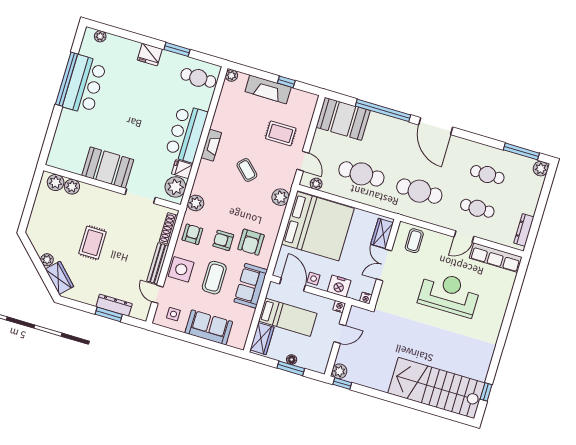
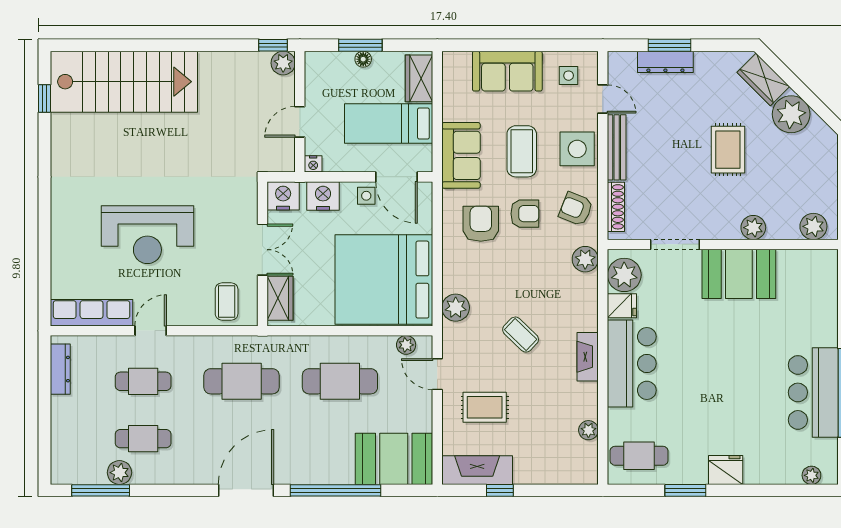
plant: (231, 75) -> (588, 430), moved
fireplace: (268, 89) -> (477, 470), moved
door: (436, 126) -> (246, 490), hinge flipped
plant: (541, 169) -> (119, 473), moved
plant: (72, 187) -> (753, 228), moved
armchair: (192, 234) -> (576, 209), turned 112
plant: (47, 260) -> (791, 114), width x1.88, depth x1.88
nightstand: (366, 298) -> (283, 196), width x1.89, depth x1.79

